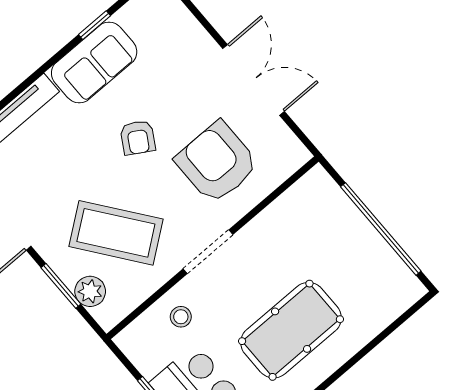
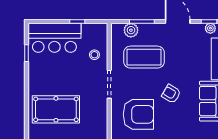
coffee table: (116, 233) -> (144, 57), turned 37
pool table: (291, 330) -> (56, 109), moved, turned 90

